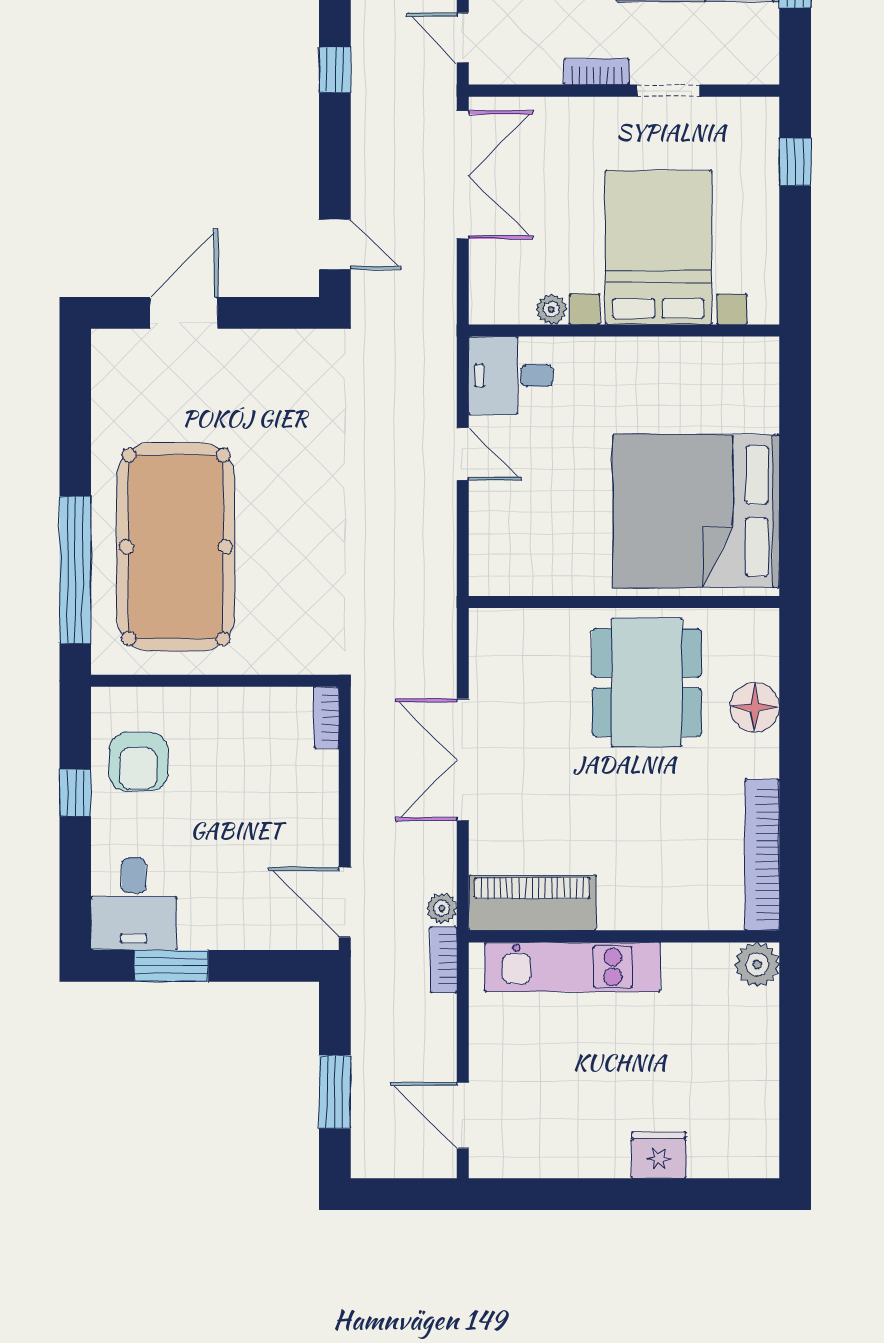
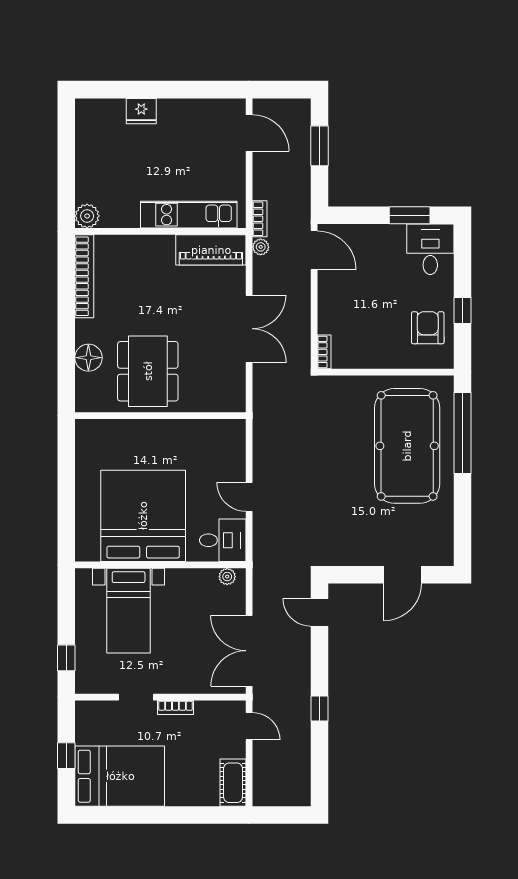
bed with nightstands: (658, 248) -> (129, 611), width x0.73
plant: (551, 309) -> (227, 577), moved
bed: (696, 511) -> (143, 516), moved, turned -90

